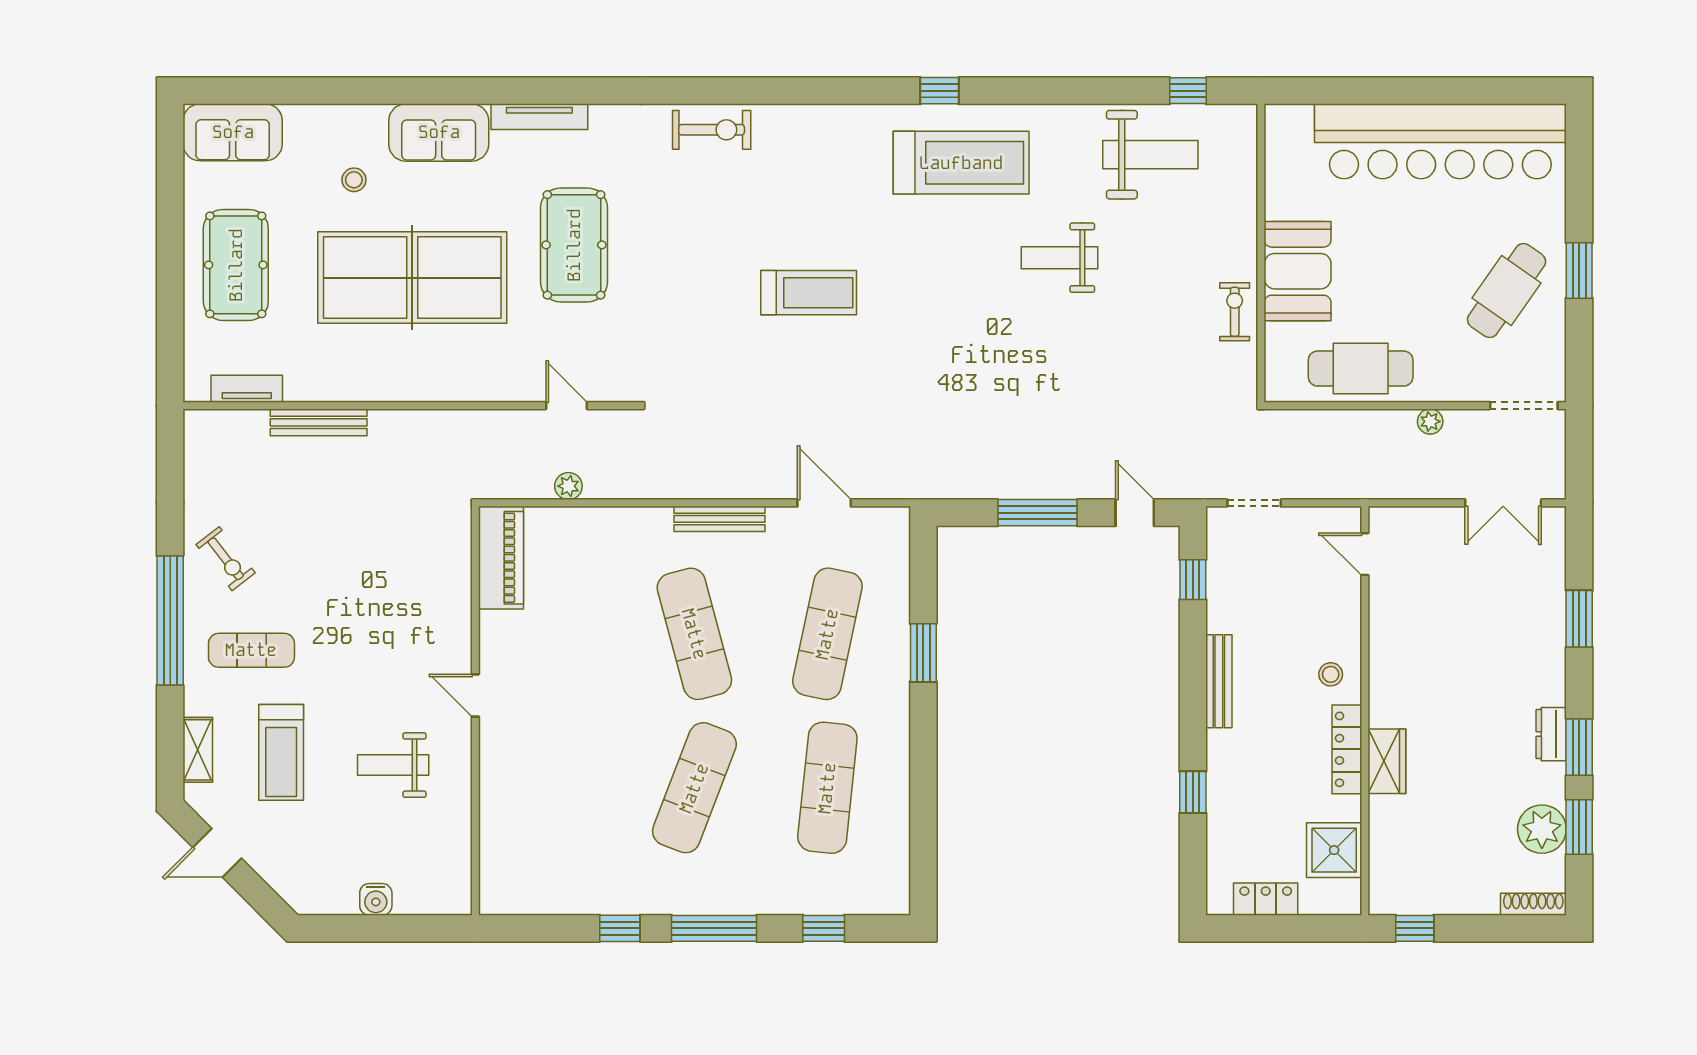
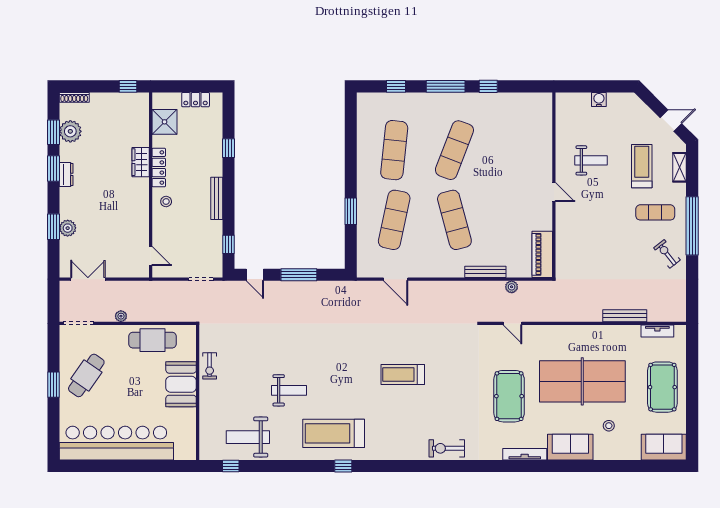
bench: (719, 519) -> (485, 272), moved
plant: (1548, 616) -> (68, 228), added

